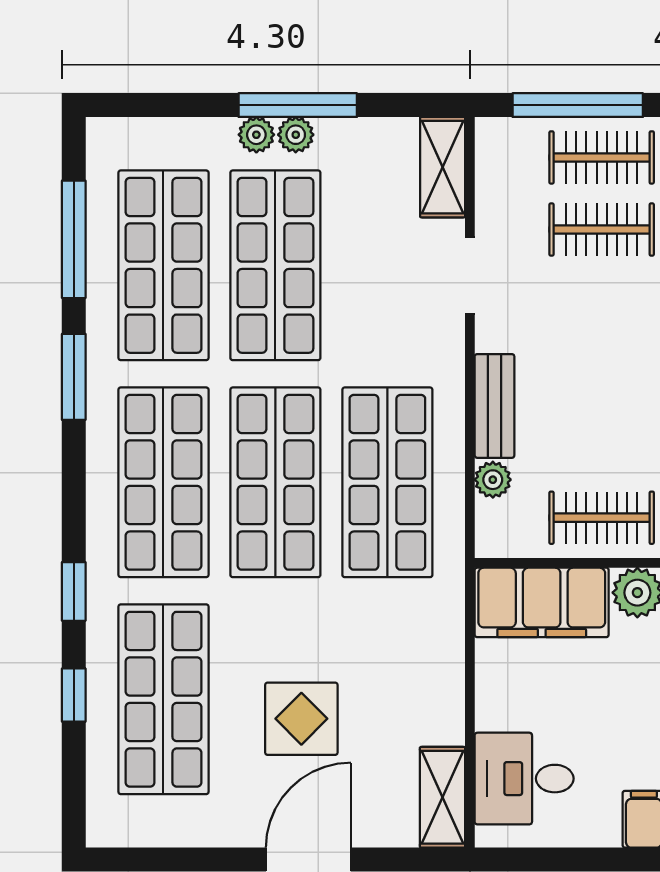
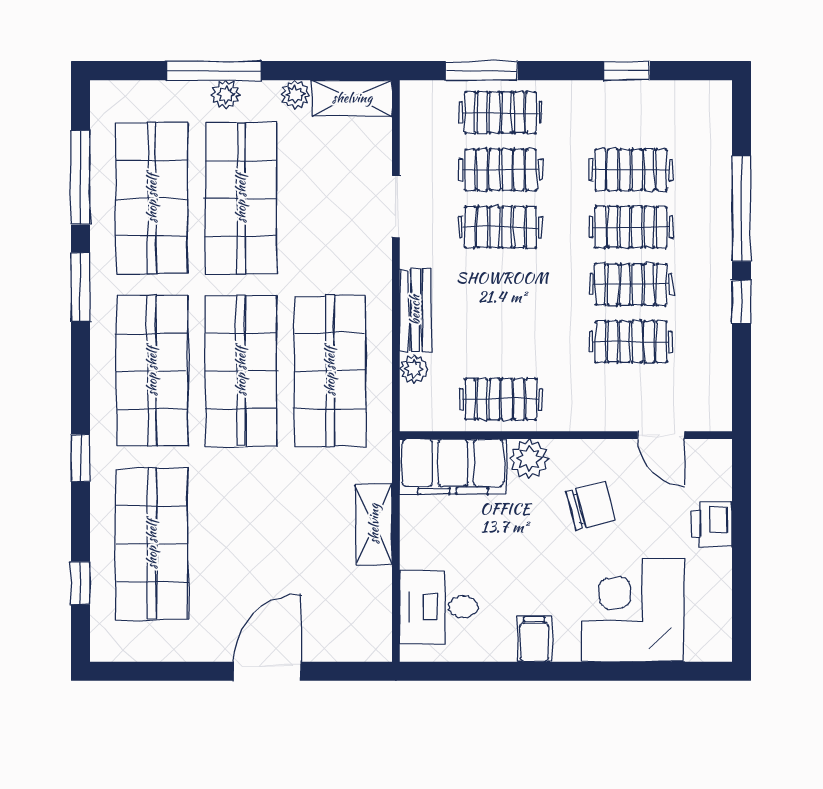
window: (298, 105) -> (214, 71), moved
window: (578, 105) -> (482, 71), width x0.69
plant: (296, 135) -> (295, 94), moved
shelving: (443, 167) -> (352, 98), moved, turned 90
clothes rail: (602, 302) -> (501, 227), added
window: (74, 695) -> (80, 583), moved
display table: (301, 719) -> (262, 559), removed
shelving: (443, 797) -> (374, 524), moved

